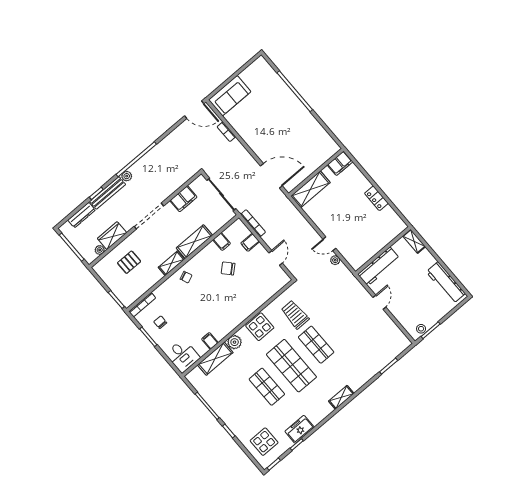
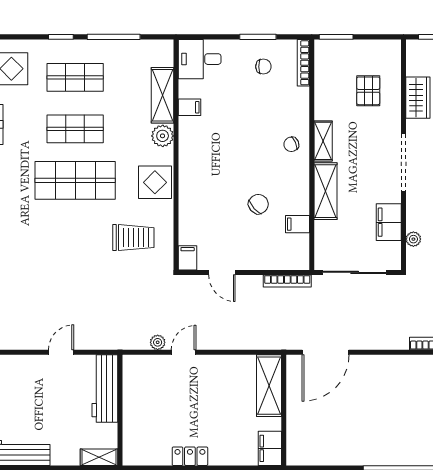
filing cabinet: (250, 242) -> (188, 258), moved
plant: (100, 250) -> (413, 239), moved
door: (379, 302) -> (61, 352), swing flipped
shop shelf: (316, 345) -> (75, 77), moved

